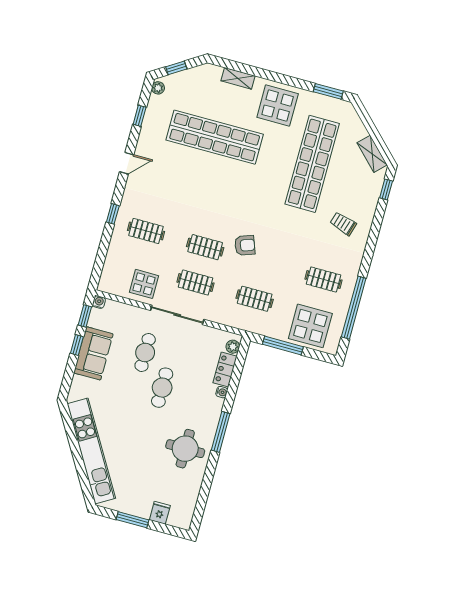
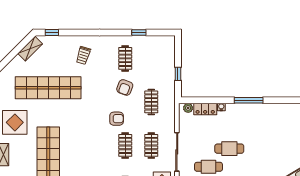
armchair: (245, 245) -> (117, 119), turned 110
armchair: (284, 268) -> (125, 87), added
window: (354, 308) -> (139, 32), width x0.32
display table: (310, 326) -> (159, 59), removed
window: (283, 346) -> (178, 74), width x0.46
round table: (185, 449) -> (267, 121), removed

